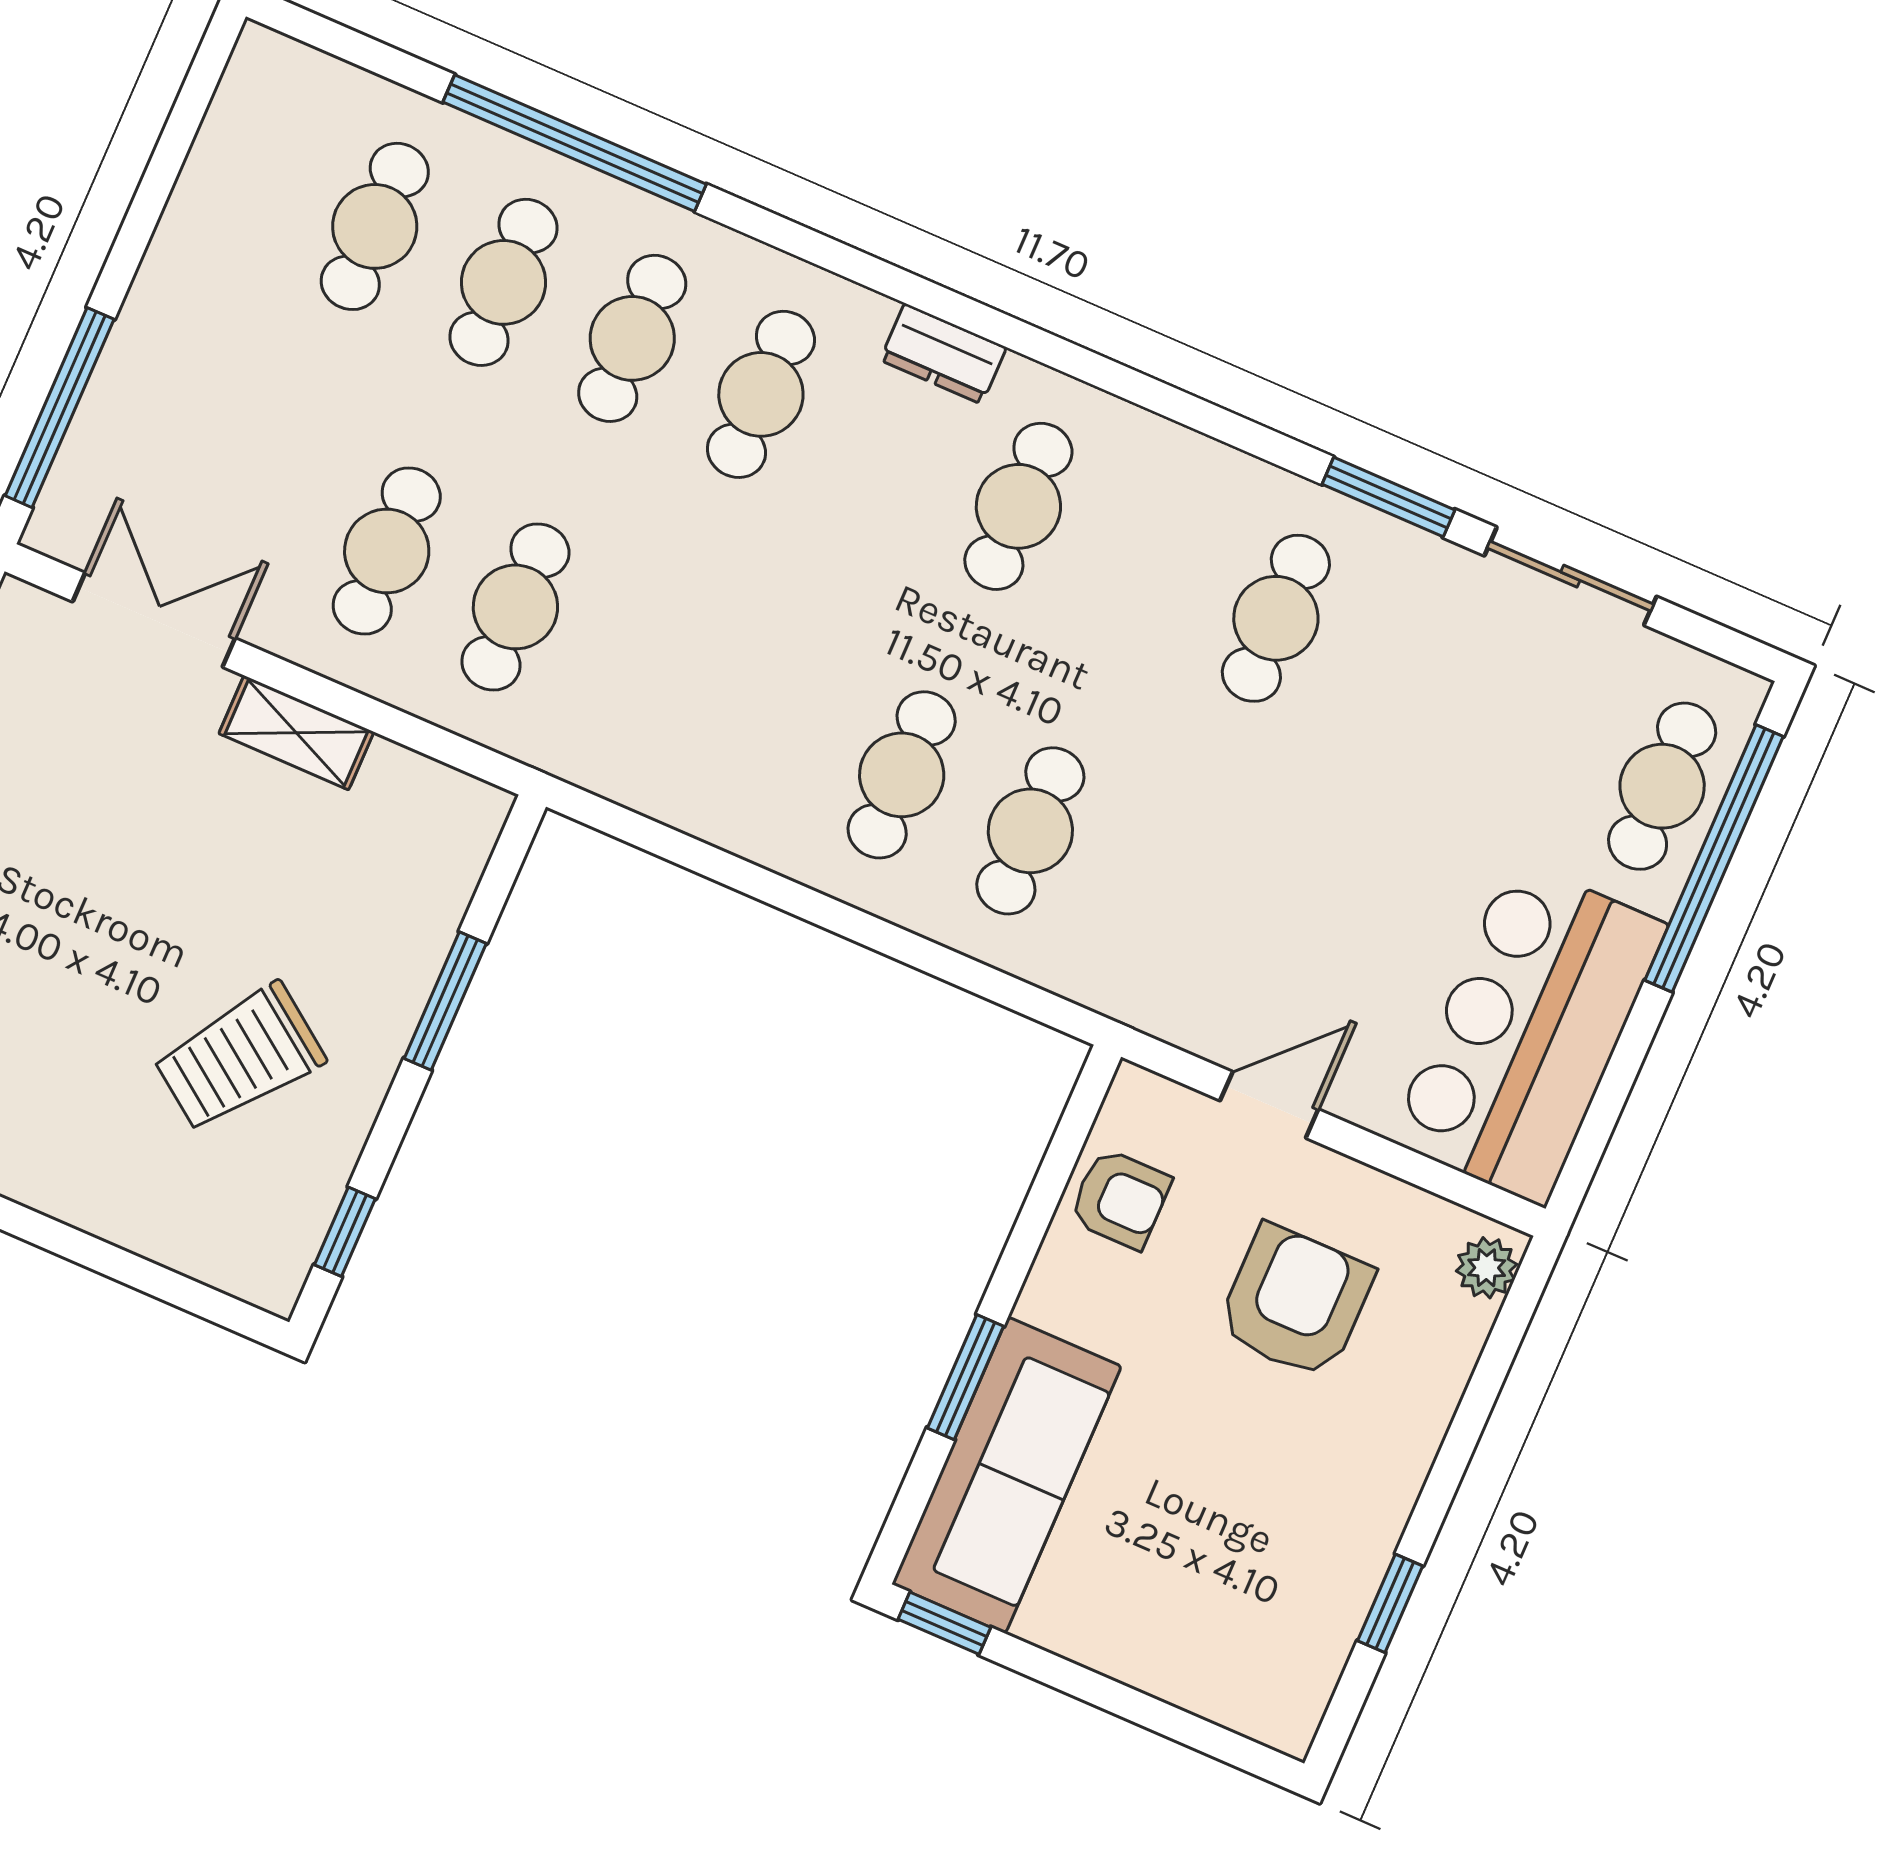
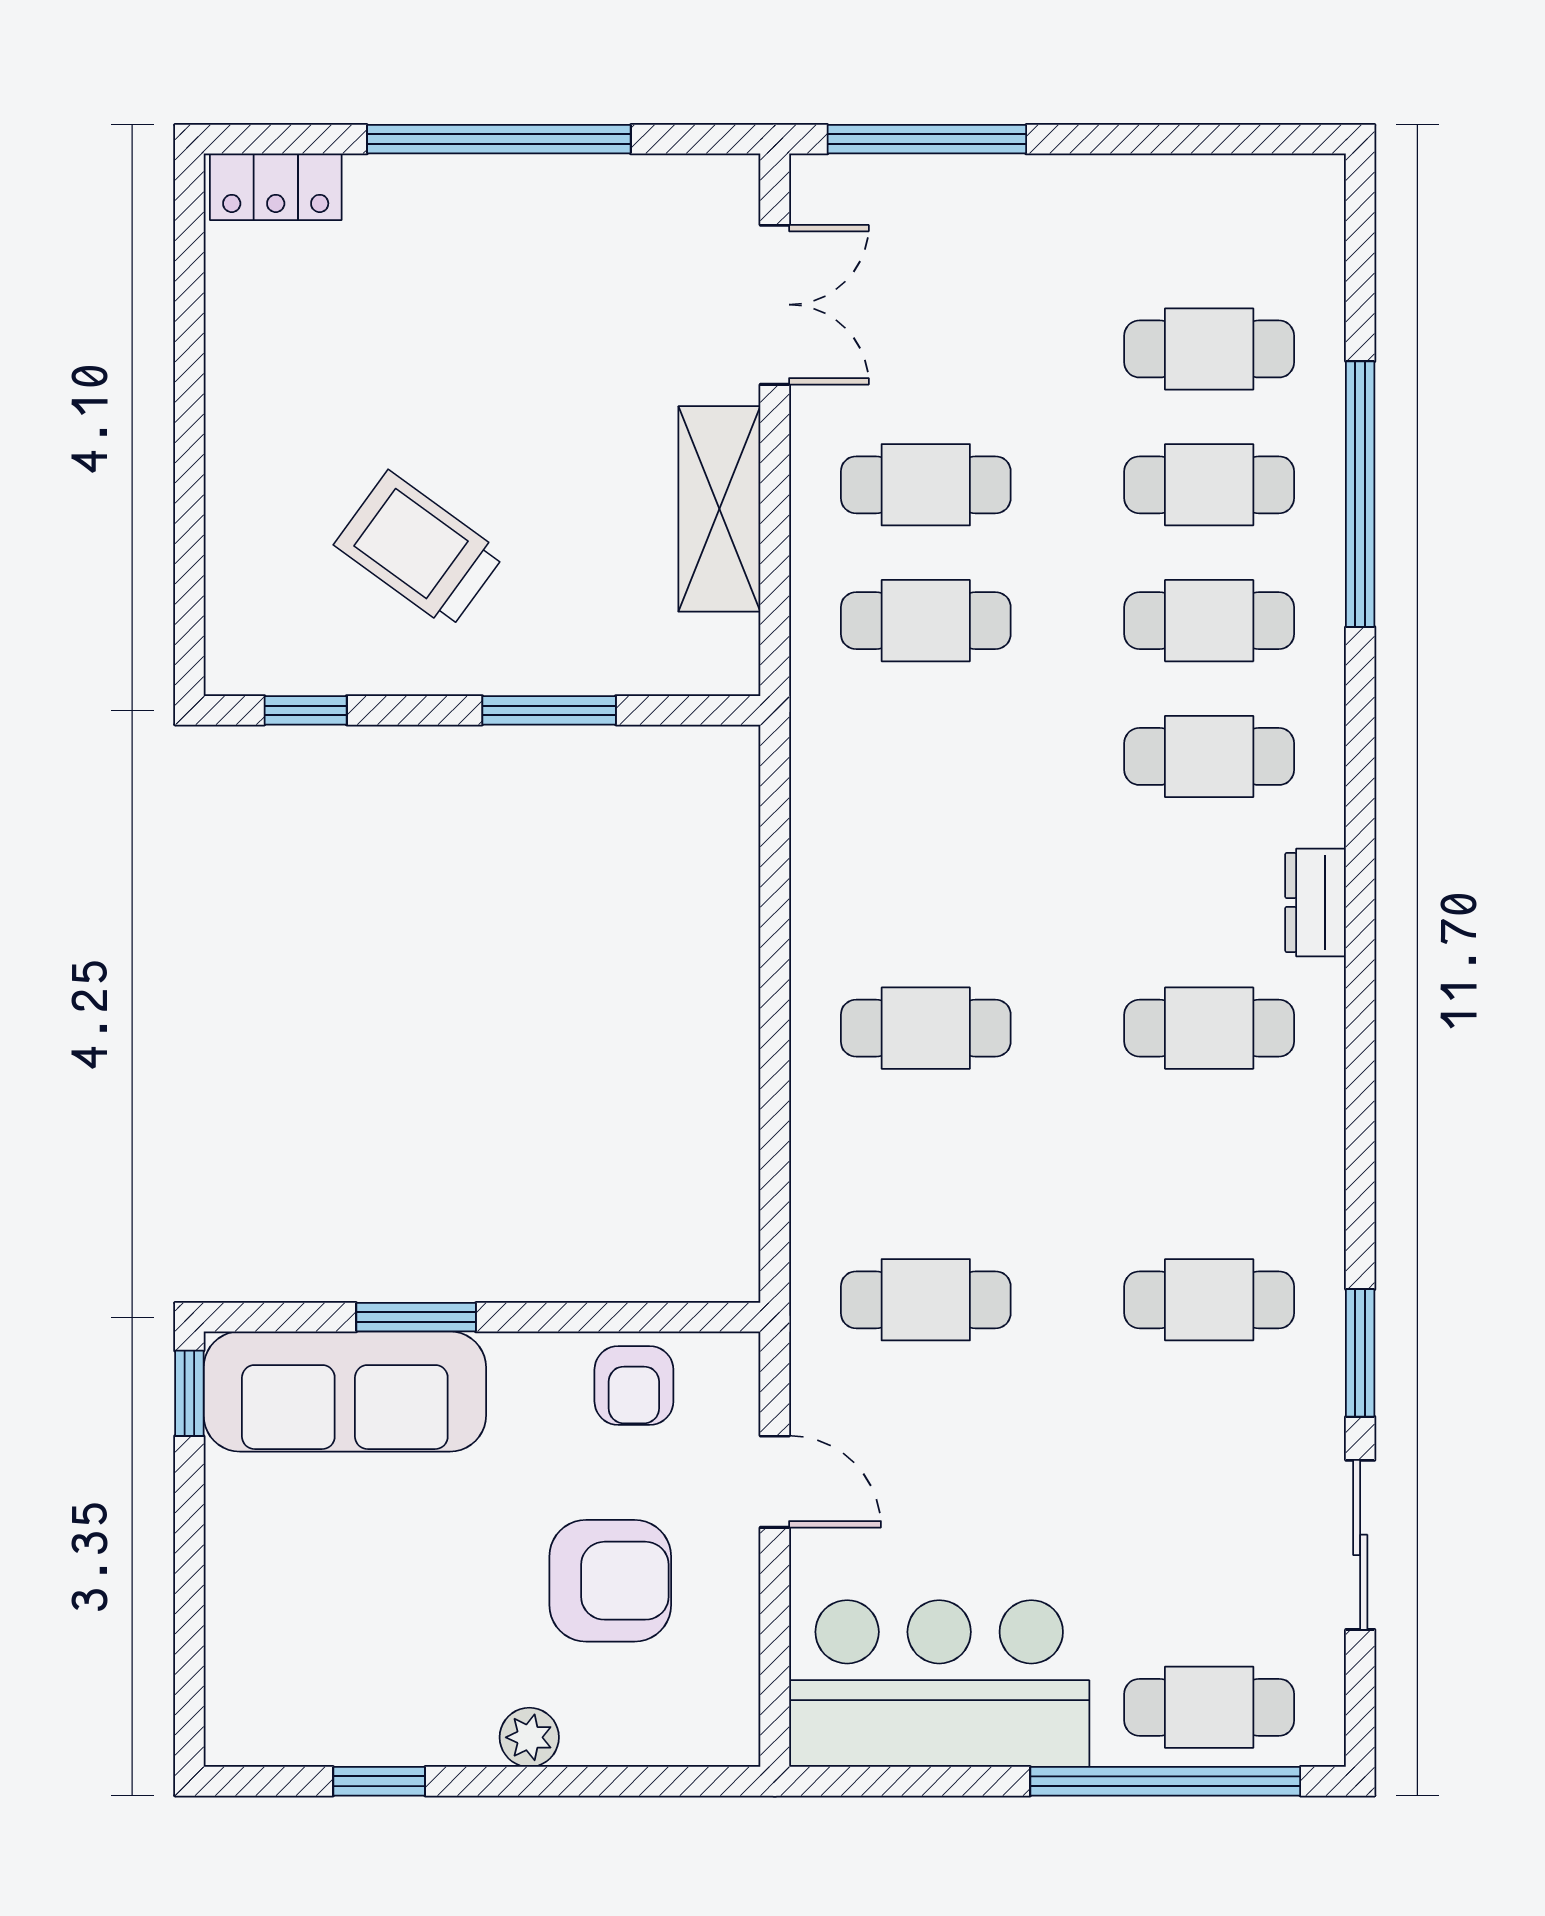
shelving: (296, 733) -> (719, 509), width x1.50, depth x1.33
cafe table: (1030, 831) -> (926, 1300), moved
plant: (1487, 1268) -> (529, 1737), moved

